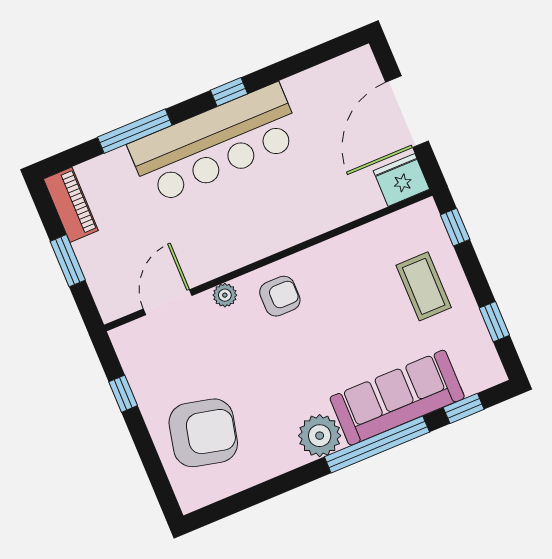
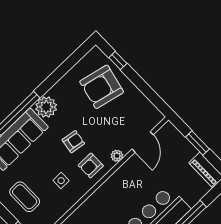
side table: (345, 290) -> (61, 181), added
armchair: (295, 353) -> (73, 142), added
window: (123, 394) -> (118, 61), moved

